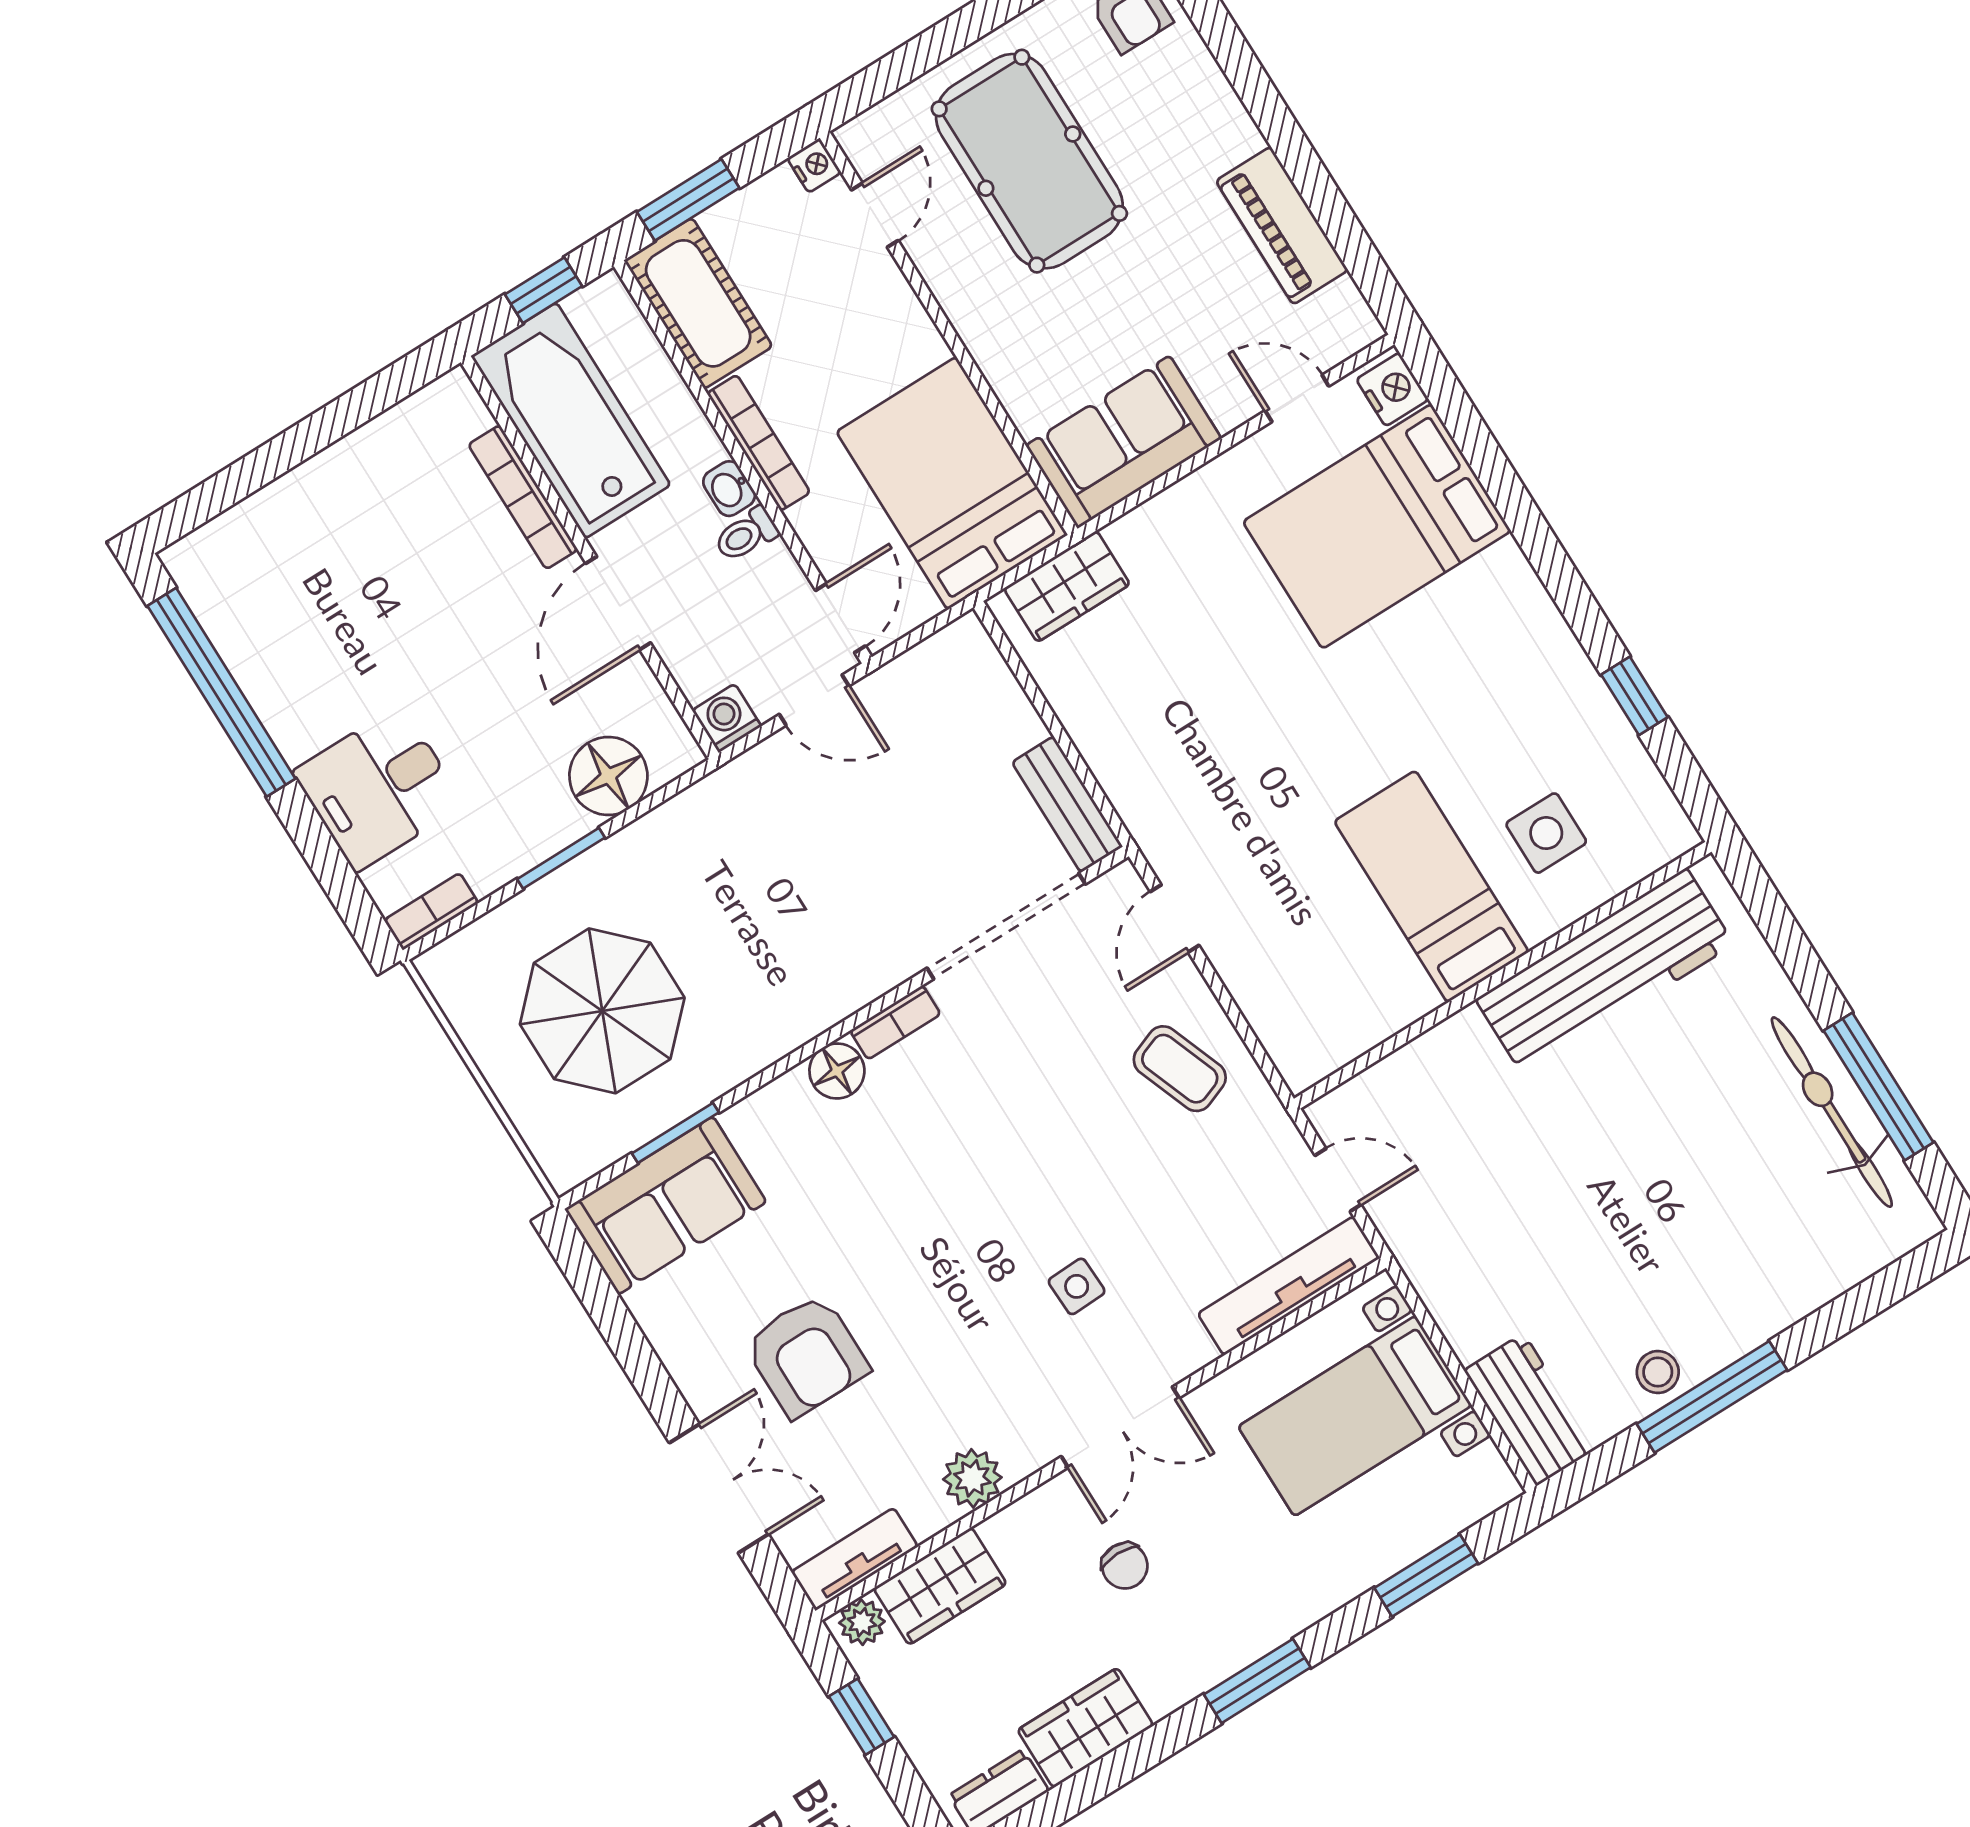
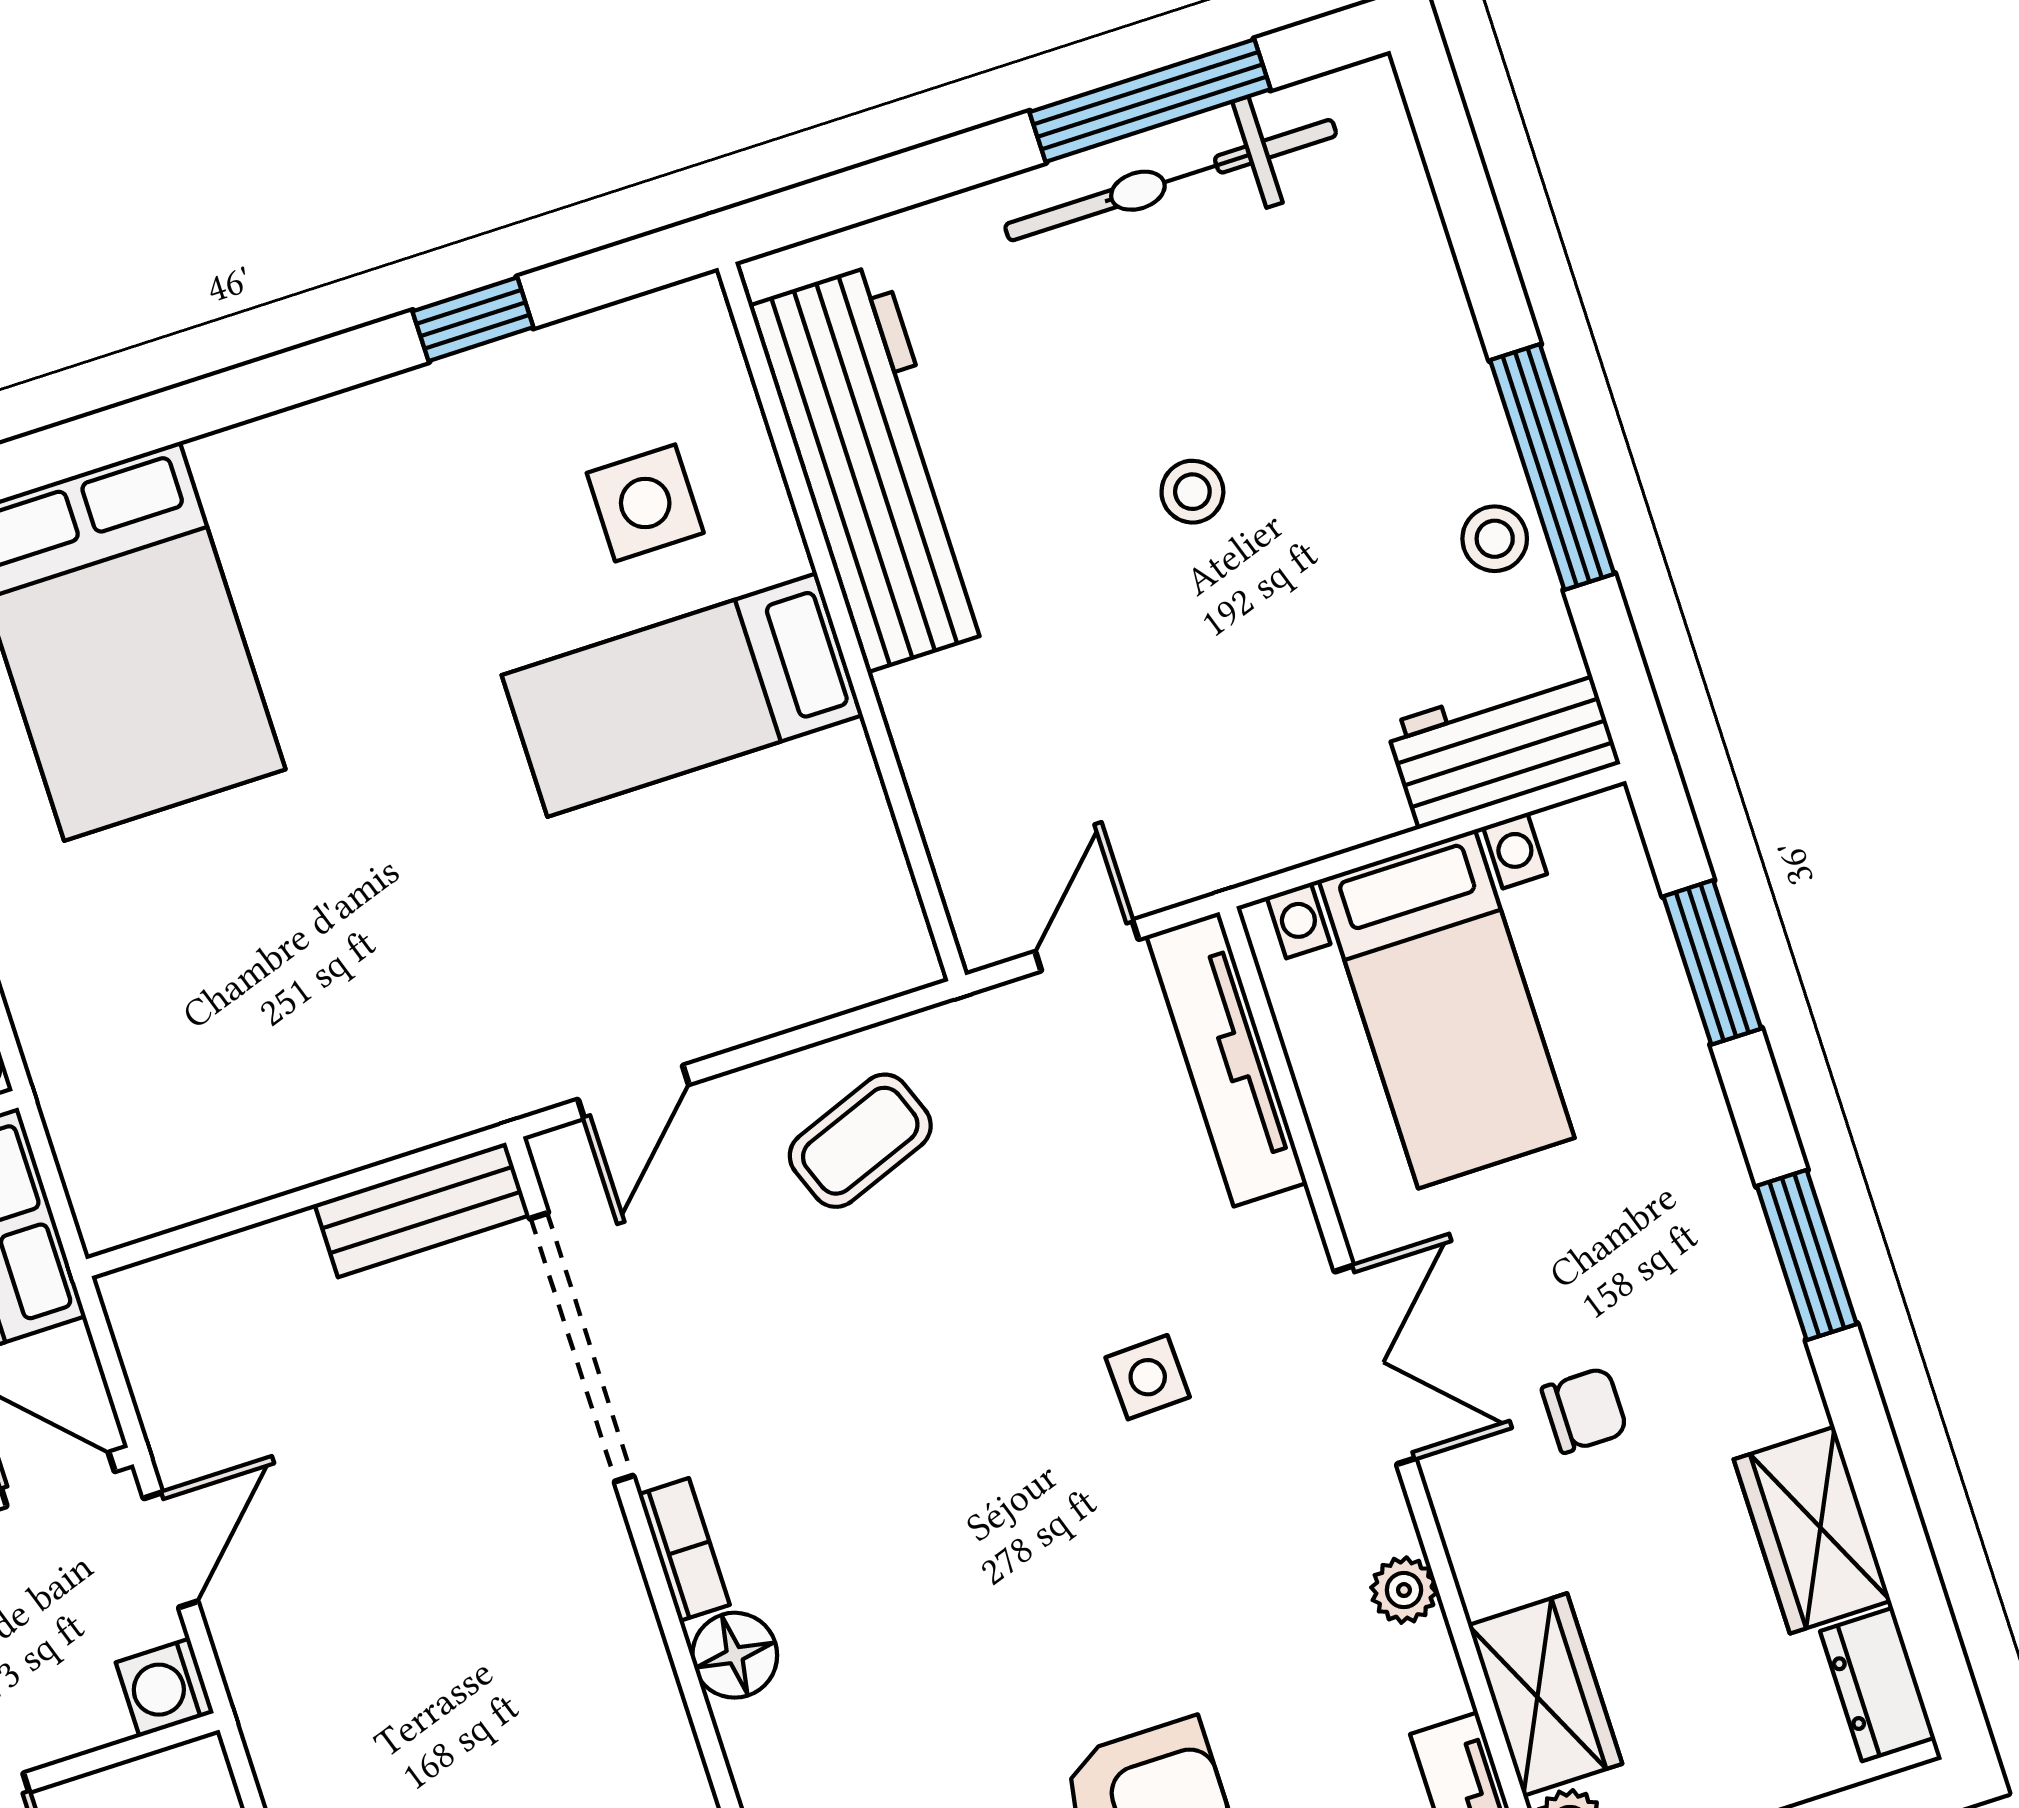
wardrobe: (1067, 586) -> (95, 1128), removed
door: (1175, 919) -> (633, 1092), hinge flipped
stool: (1640, 1175) -> (1192, 492), added
plant: (972, 1478) -> (1404, 1590), width x0.73, depth x0.73

